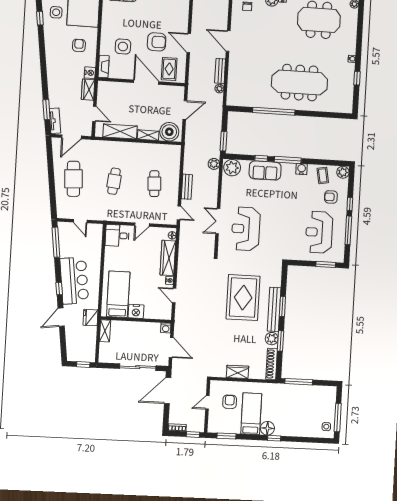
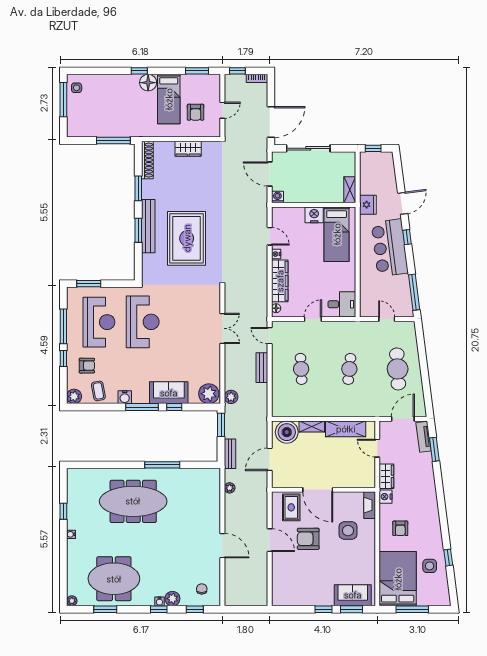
bench: (220, 71) -> (230, 454), moved
window: (274, 111) -> (162, 465), width x0.68
reception desk: (246, 229) -> (143, 322), moved
plant: (272, 339) -> (149, 191), removed

